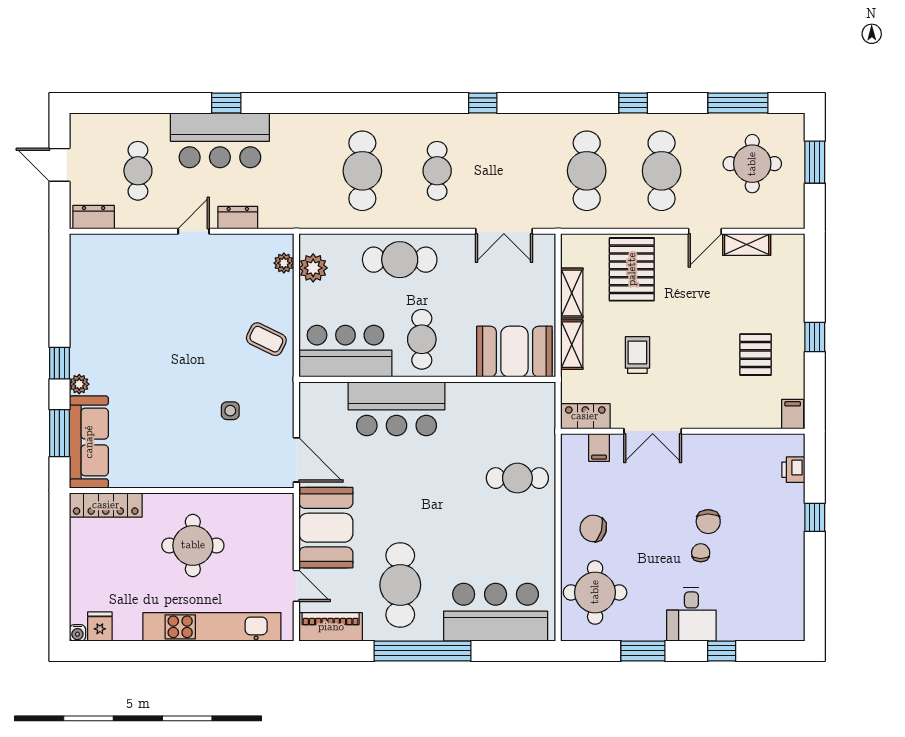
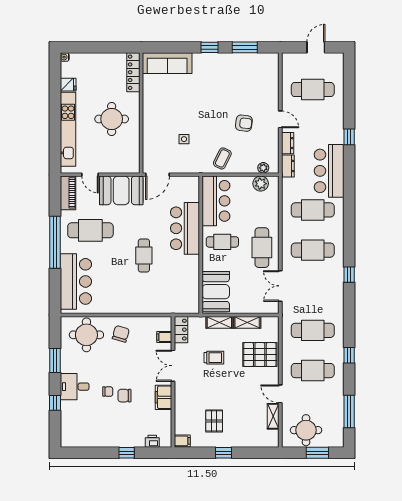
bar counter: (220, 140) -> (329, 171), moved
round table: (752, 164) -> (306, 430), moved
cafe table: (138, 171) -> (313, 90), width x1.37, depth x1.35
cafe table: (437, 171) -> (313, 250), width x1.37, depth x1.35
dresser: (94, 217) -> (288, 166), moved
cafe table: (400, 260) -> (262, 248), moved
armchair: (201, 299) -> (244, 123), added
pallet: (756, 355) -> (214, 421), turned 90
plant: (79, 384) -> (198, 58), removed
window: (59, 433) -> (245, 47), moved
filing cabinet: (711, 449) -> (163, 397), added
cafe table: (517, 478) -> (144, 256), moved
door: (296, 586) -> (90, 175), hinge flipped
fridge: (100, 627) -> (68, 85), moved

